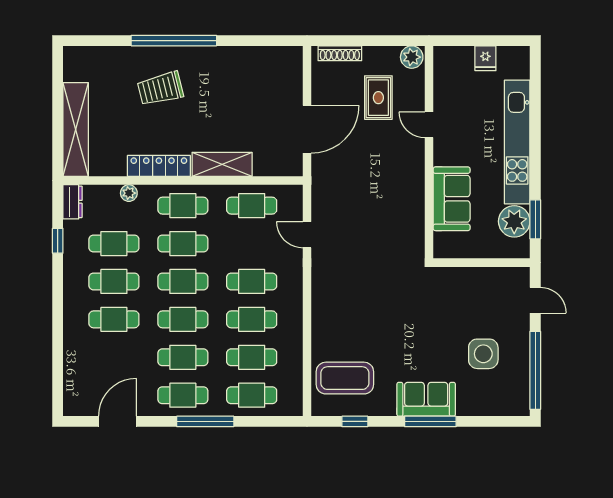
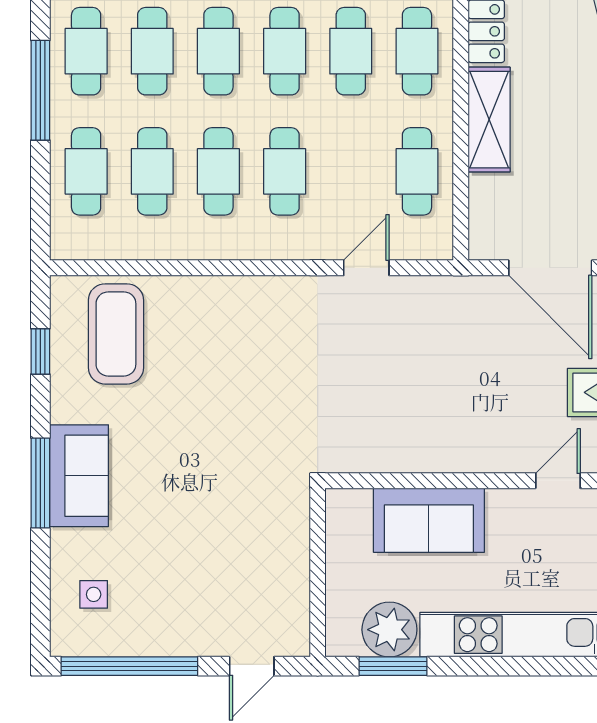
side table: (483, 354) -> (94, 594), moved, width x0.54, depth x0.54

